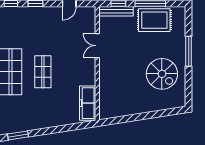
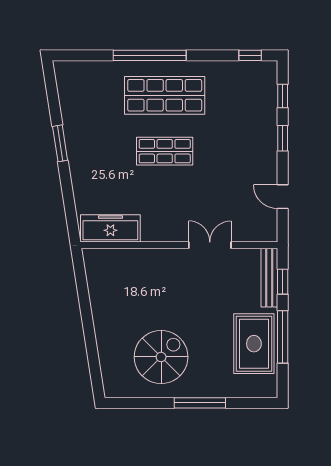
spiral stairs: (162, 74) -> (161, 357), turned 180
window: (18, 135) -> (60, 143), moved

